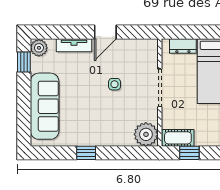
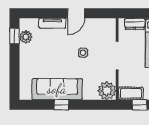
plant: (39, 48) -> (26, 37), moved
sofa: (45, 106) -> (57, 89), moved, turned -90

